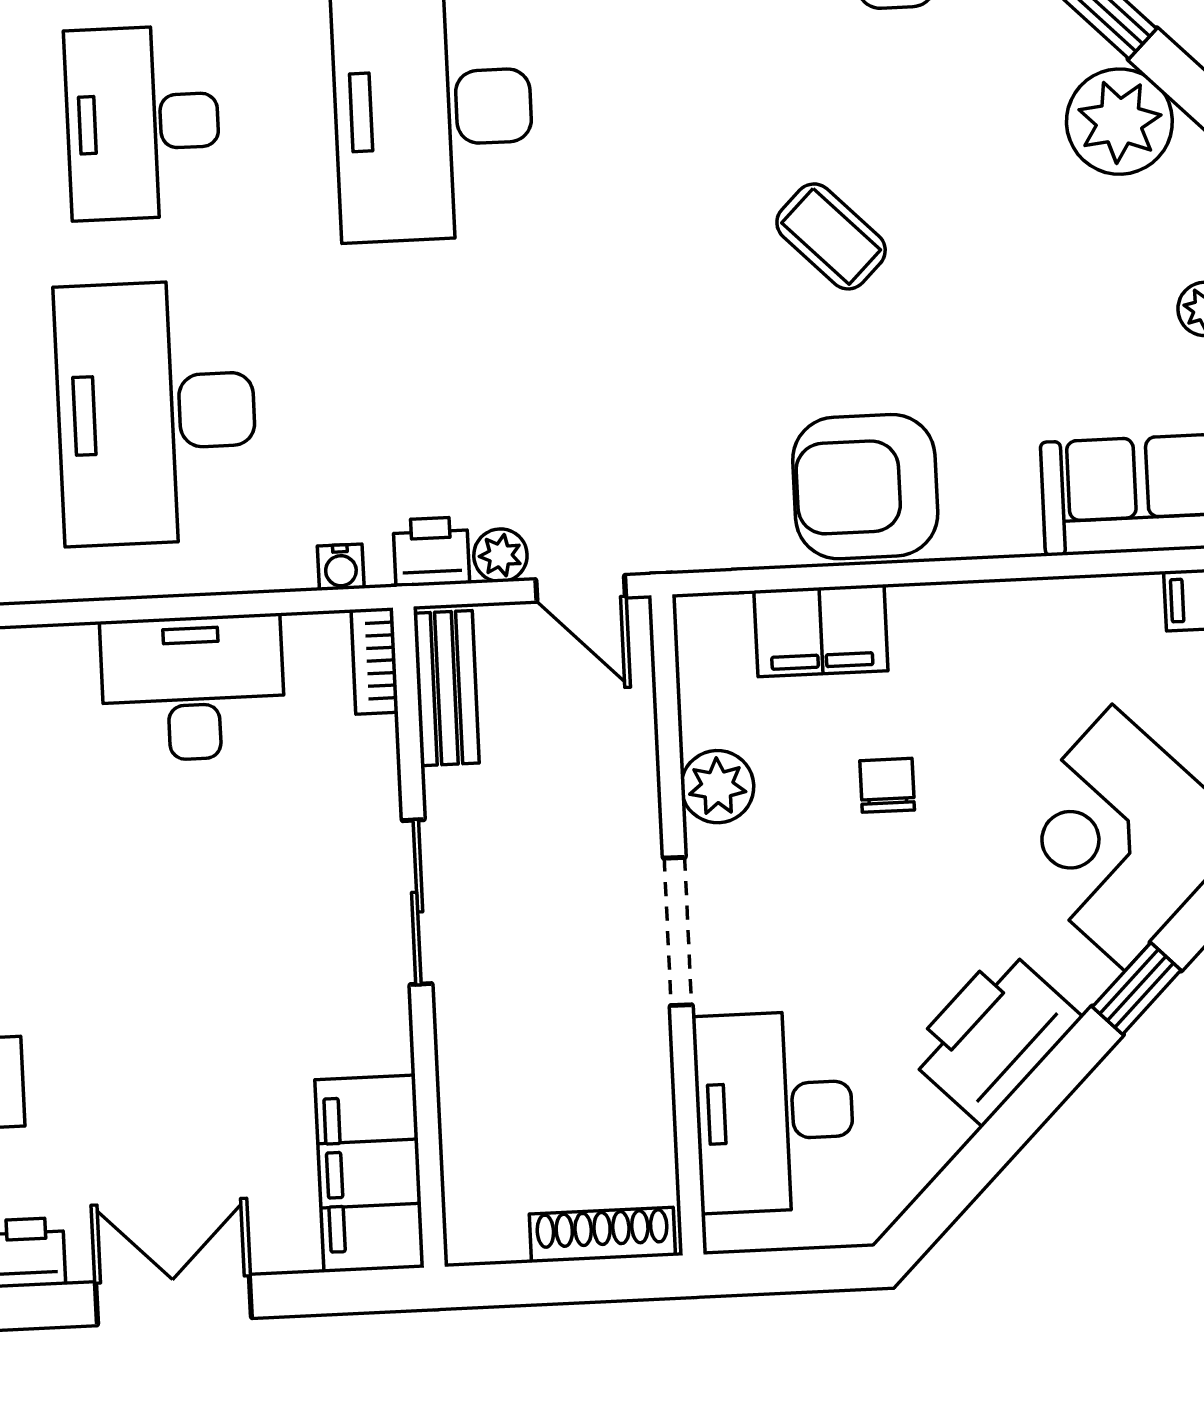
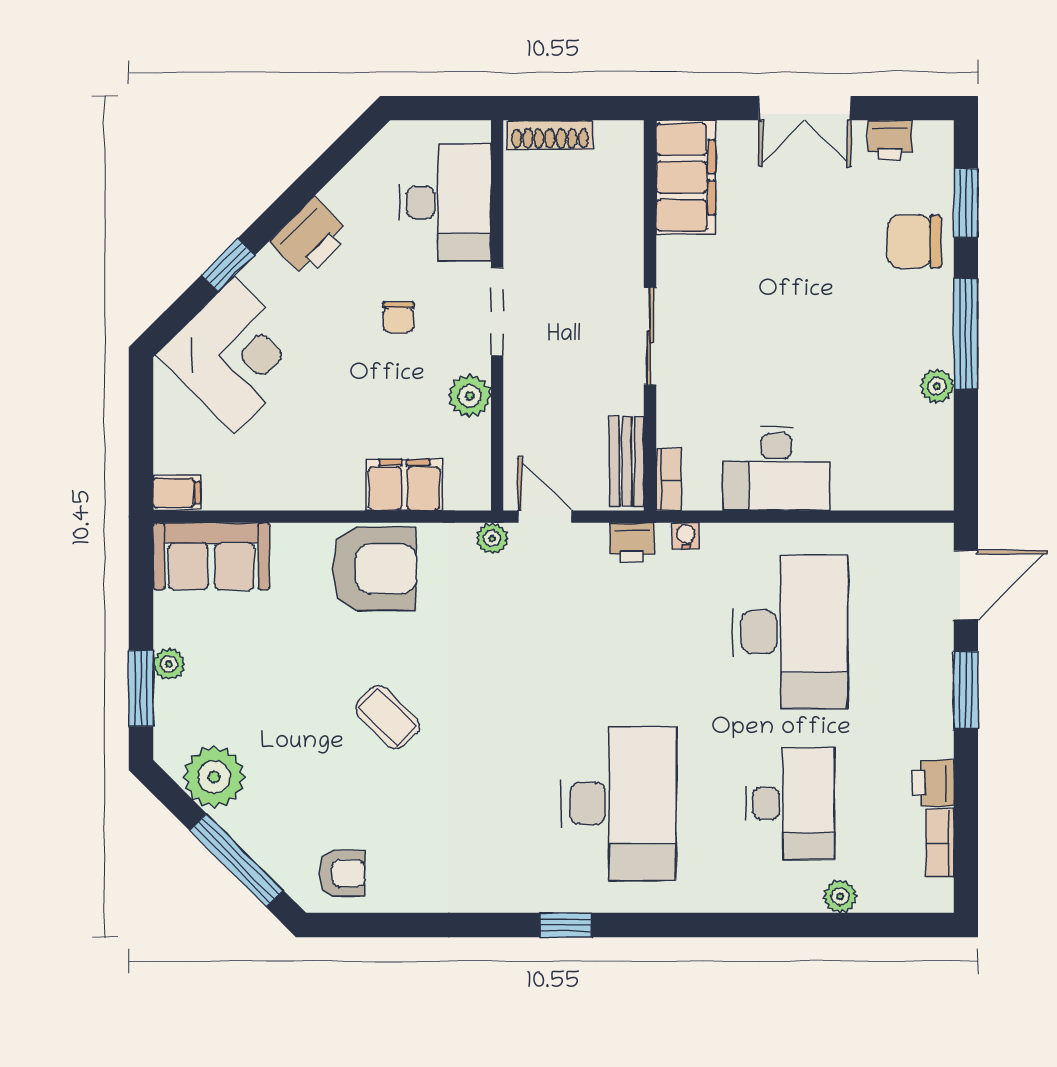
plant: (500, 555) -> (492, 538), moved
chair: (887, 785) -> (398, 317), moved
printer: (993, 1036) -> (310, 238), width x0.73, depth x0.84

